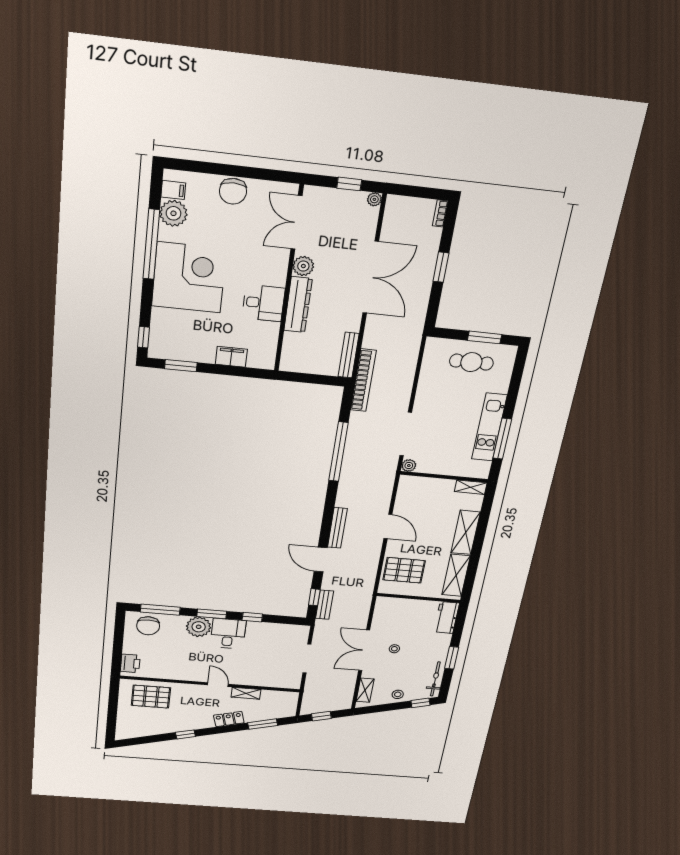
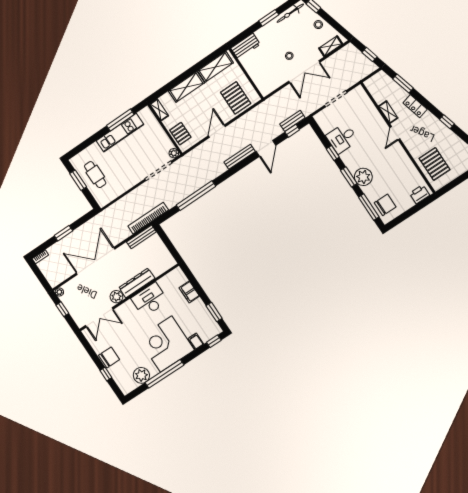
window: (214, 169) -> (106, 374), added
filing cabinet: (173, 190) -> (196, 341), moved
desk: (263, 303) -> (150, 300), width x1.37
pallet: (423, 489) -> (180, 134), added
desk: (228, 634) -> (342, 138), moved

